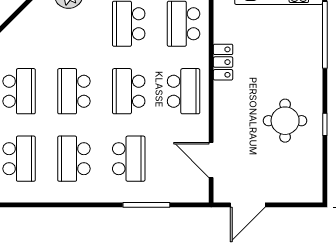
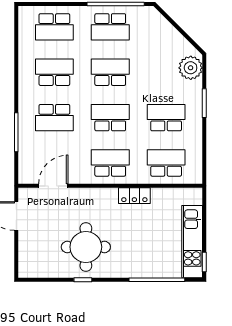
school desk: (184, 91) -> (110, 163), turned 180
round table: (285, 121) -> (86, 247), width x1.36, depth x1.36

